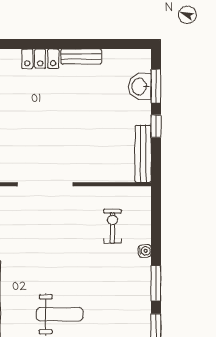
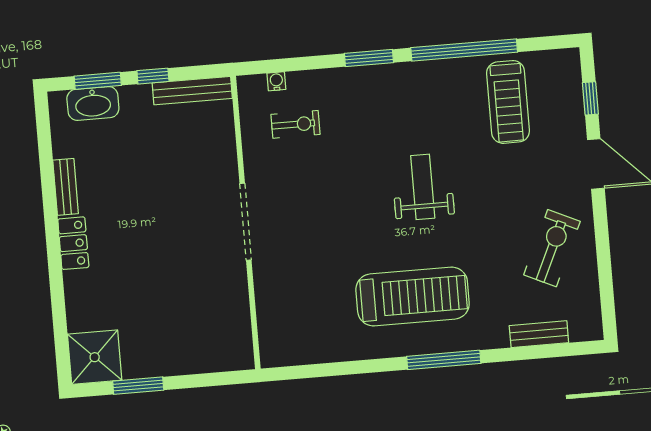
washbasin: (140, 86) -> (93, 103), width x1.38
exercise bike: (112, 226) -> (295, 124), turned 180
water cooler: (145, 251) -> (276, 81), moved

